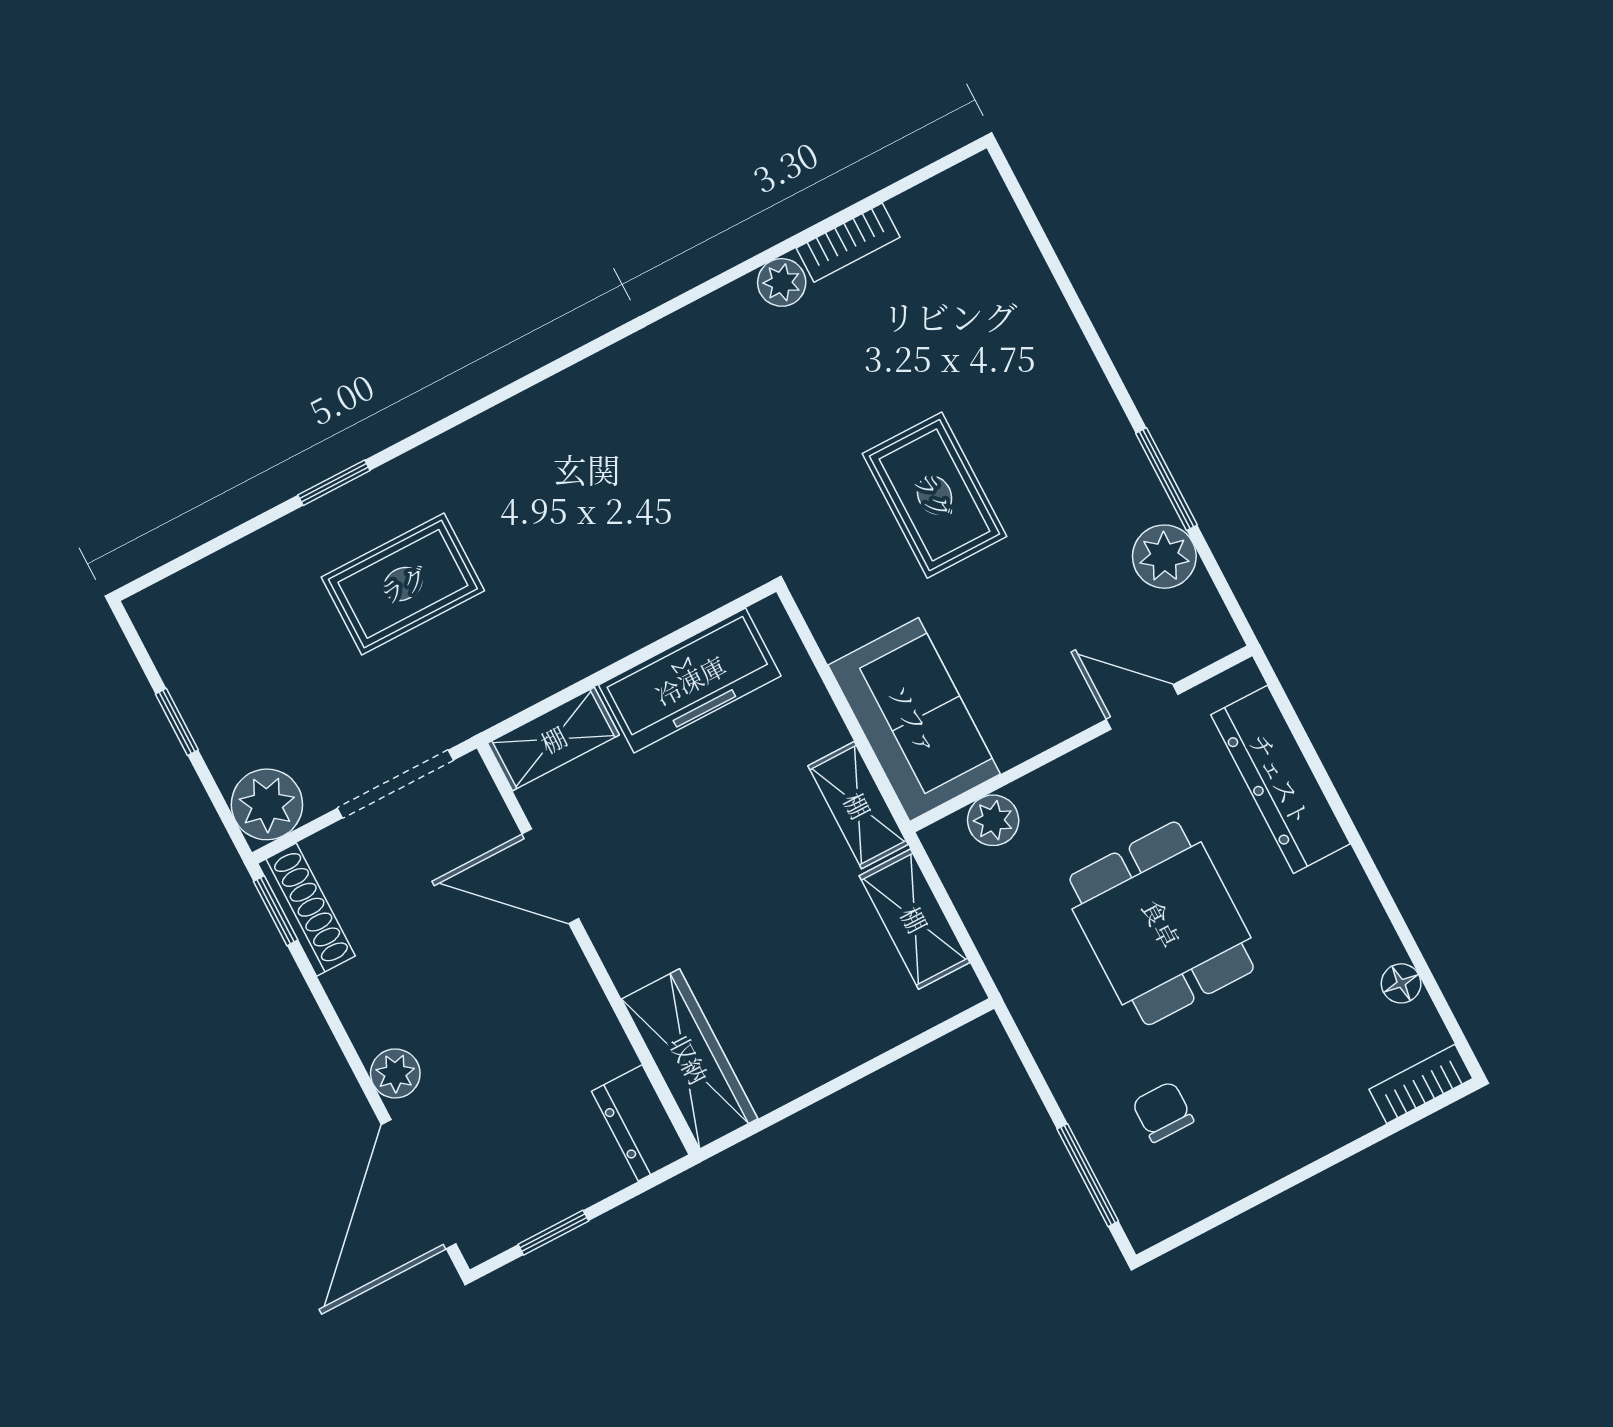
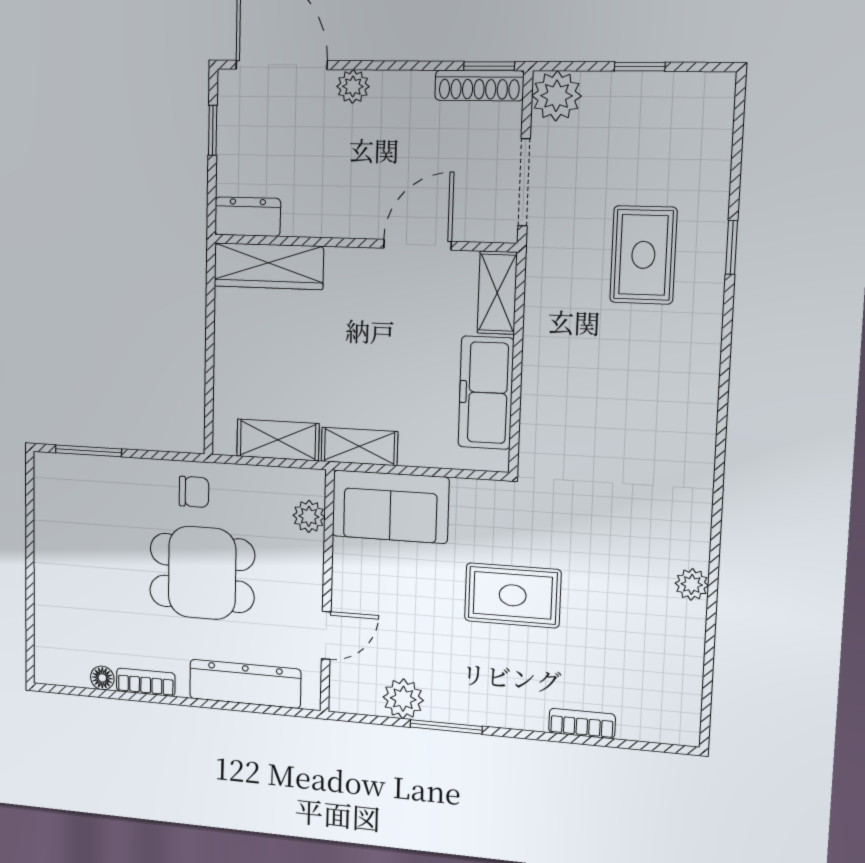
bookcase: (848, 243) -> (582, 723), moved, turned 90
bookcase: (1421, 1084) -> (146, 682), moved, turned -90
chair: (1163, 1112) -> (194, 492), moved

